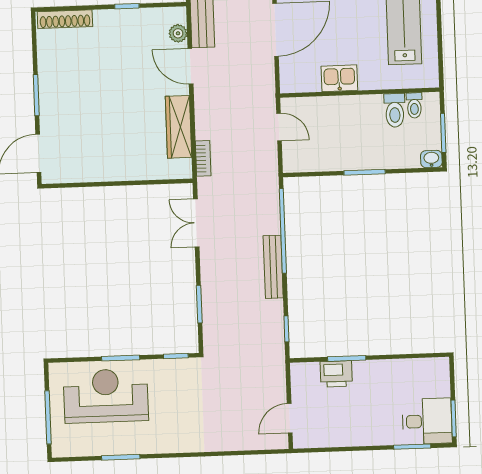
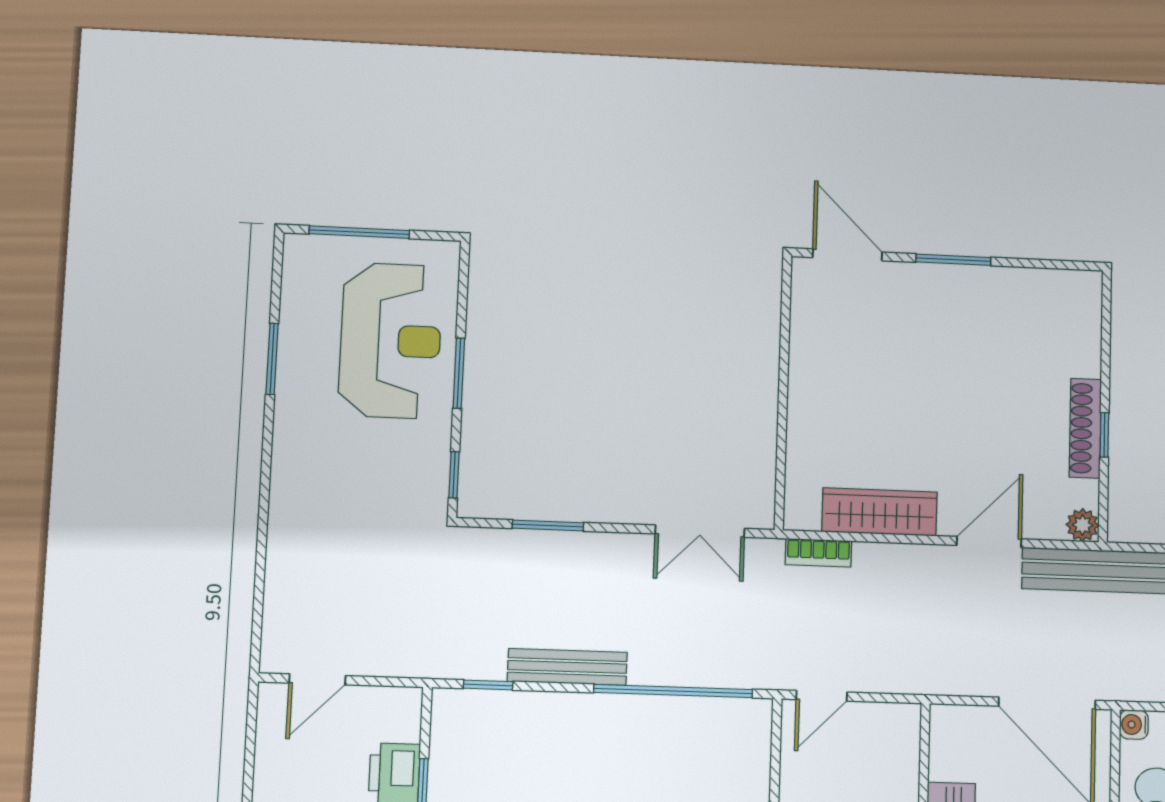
shoe rack: (65, 19) -> (1085, 428), moved
plant: (178, 33) -> (1083, 525), moved
door: (279, 127) -> (822, 696), moved
double door: (196, 223) -> (700, 531), swing flipped
bench: (273, 267) -> (567, 667), moved
door: (290, 418) -> (317, 679), swing flipped

